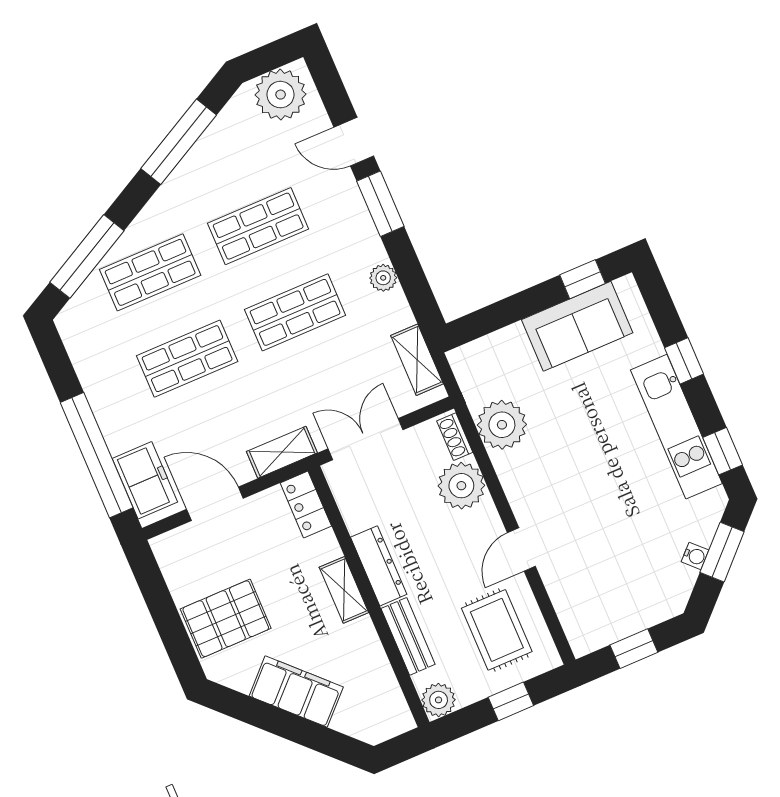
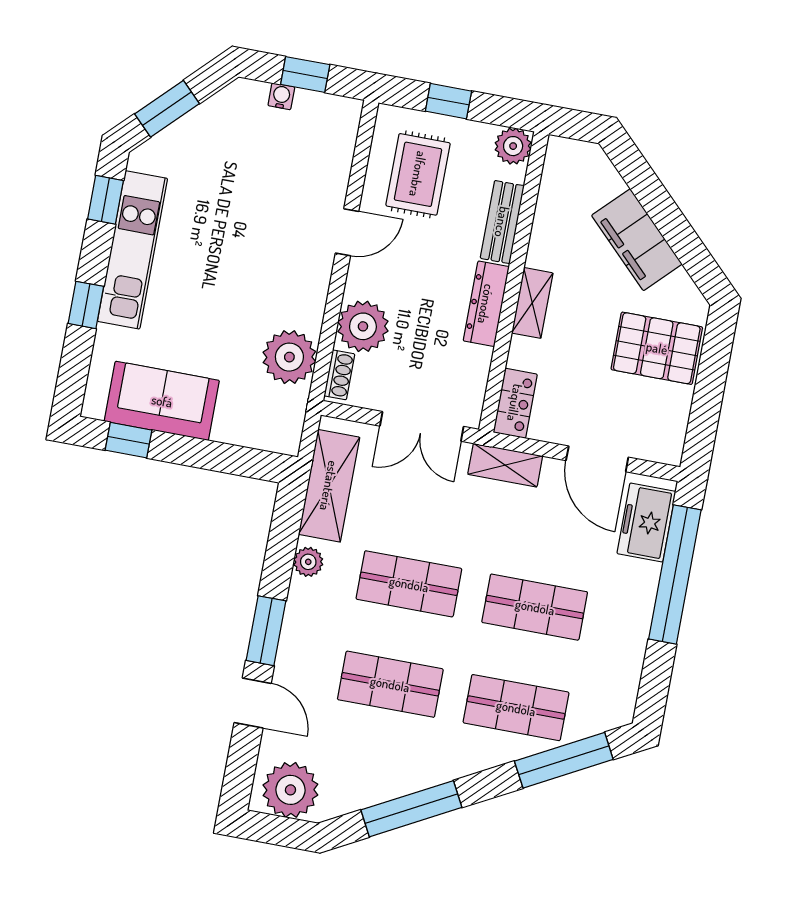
shelving: (417, 360) -> (329, 486), width x1.50, depth x1.33
water cooler: (695, 556) -> (281, 96), moved, turned 45

